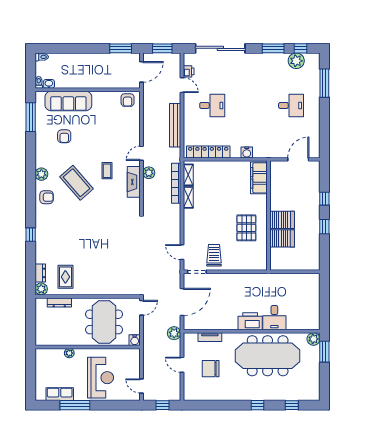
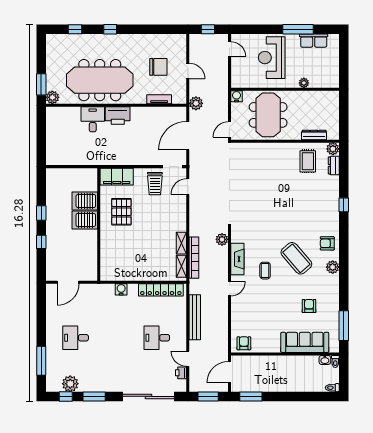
plant: (149, 173) -> (222, 239), moved
filing cabinet: (259, 178) -> (117, 177), moved, turned 90
door: (182, 252) -> (188, 187), swing flipped

